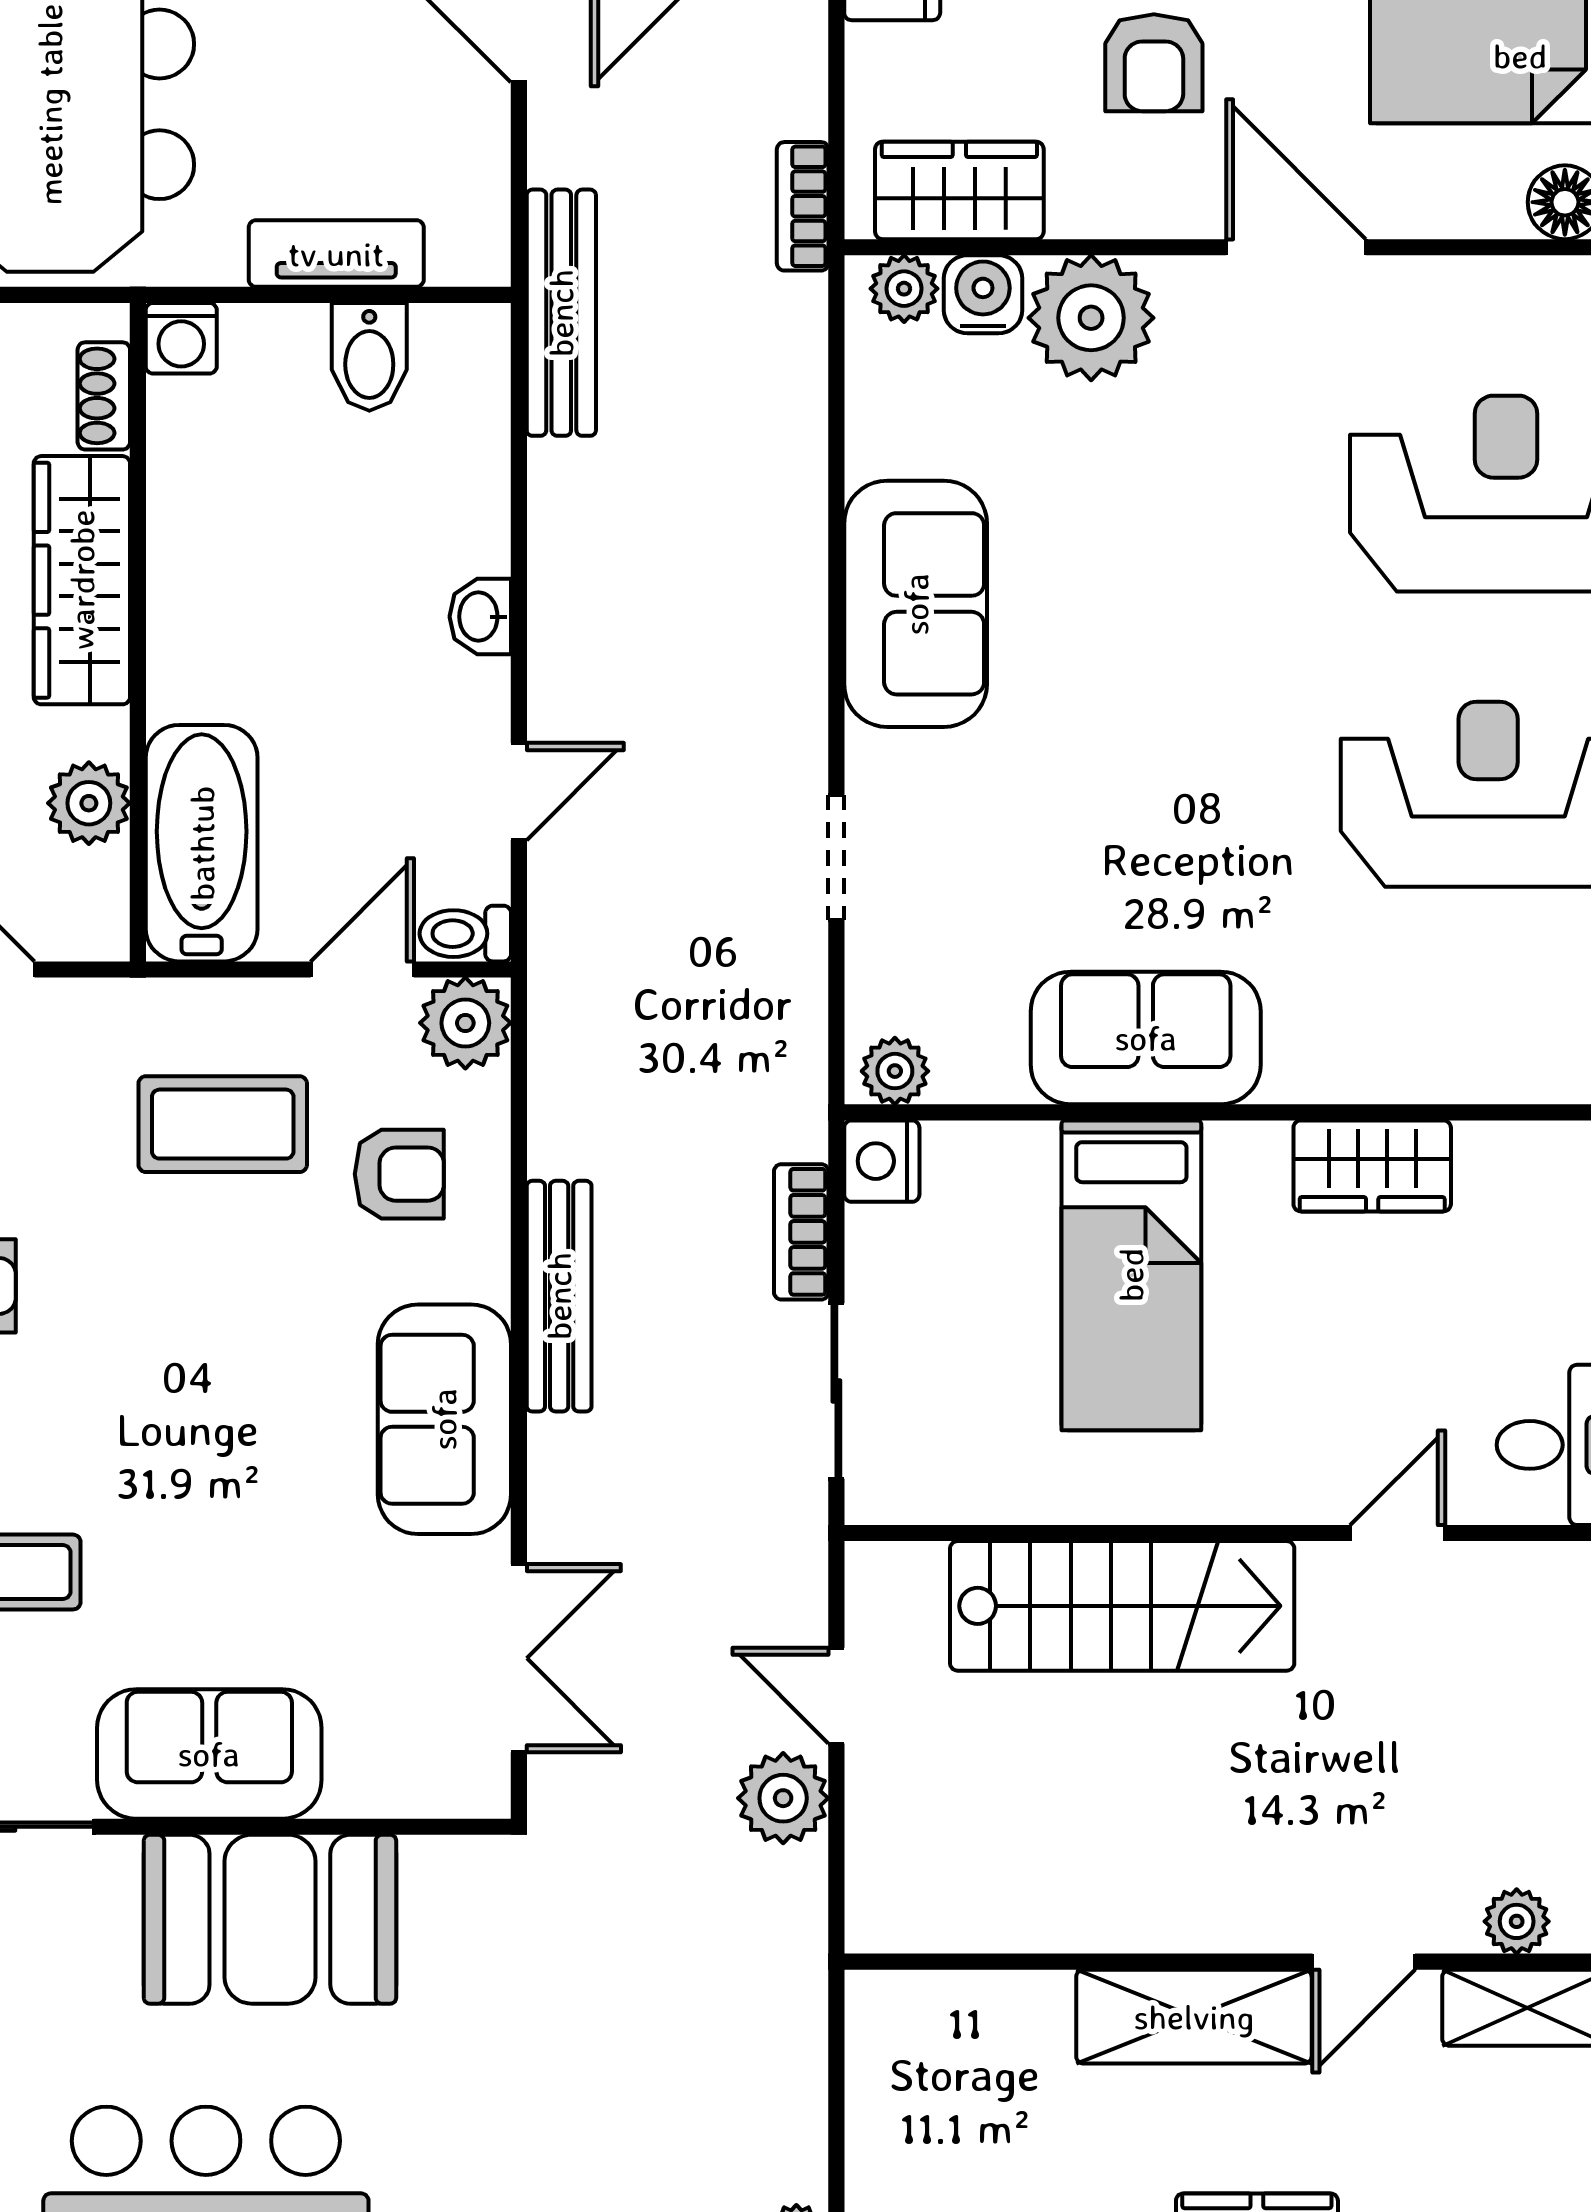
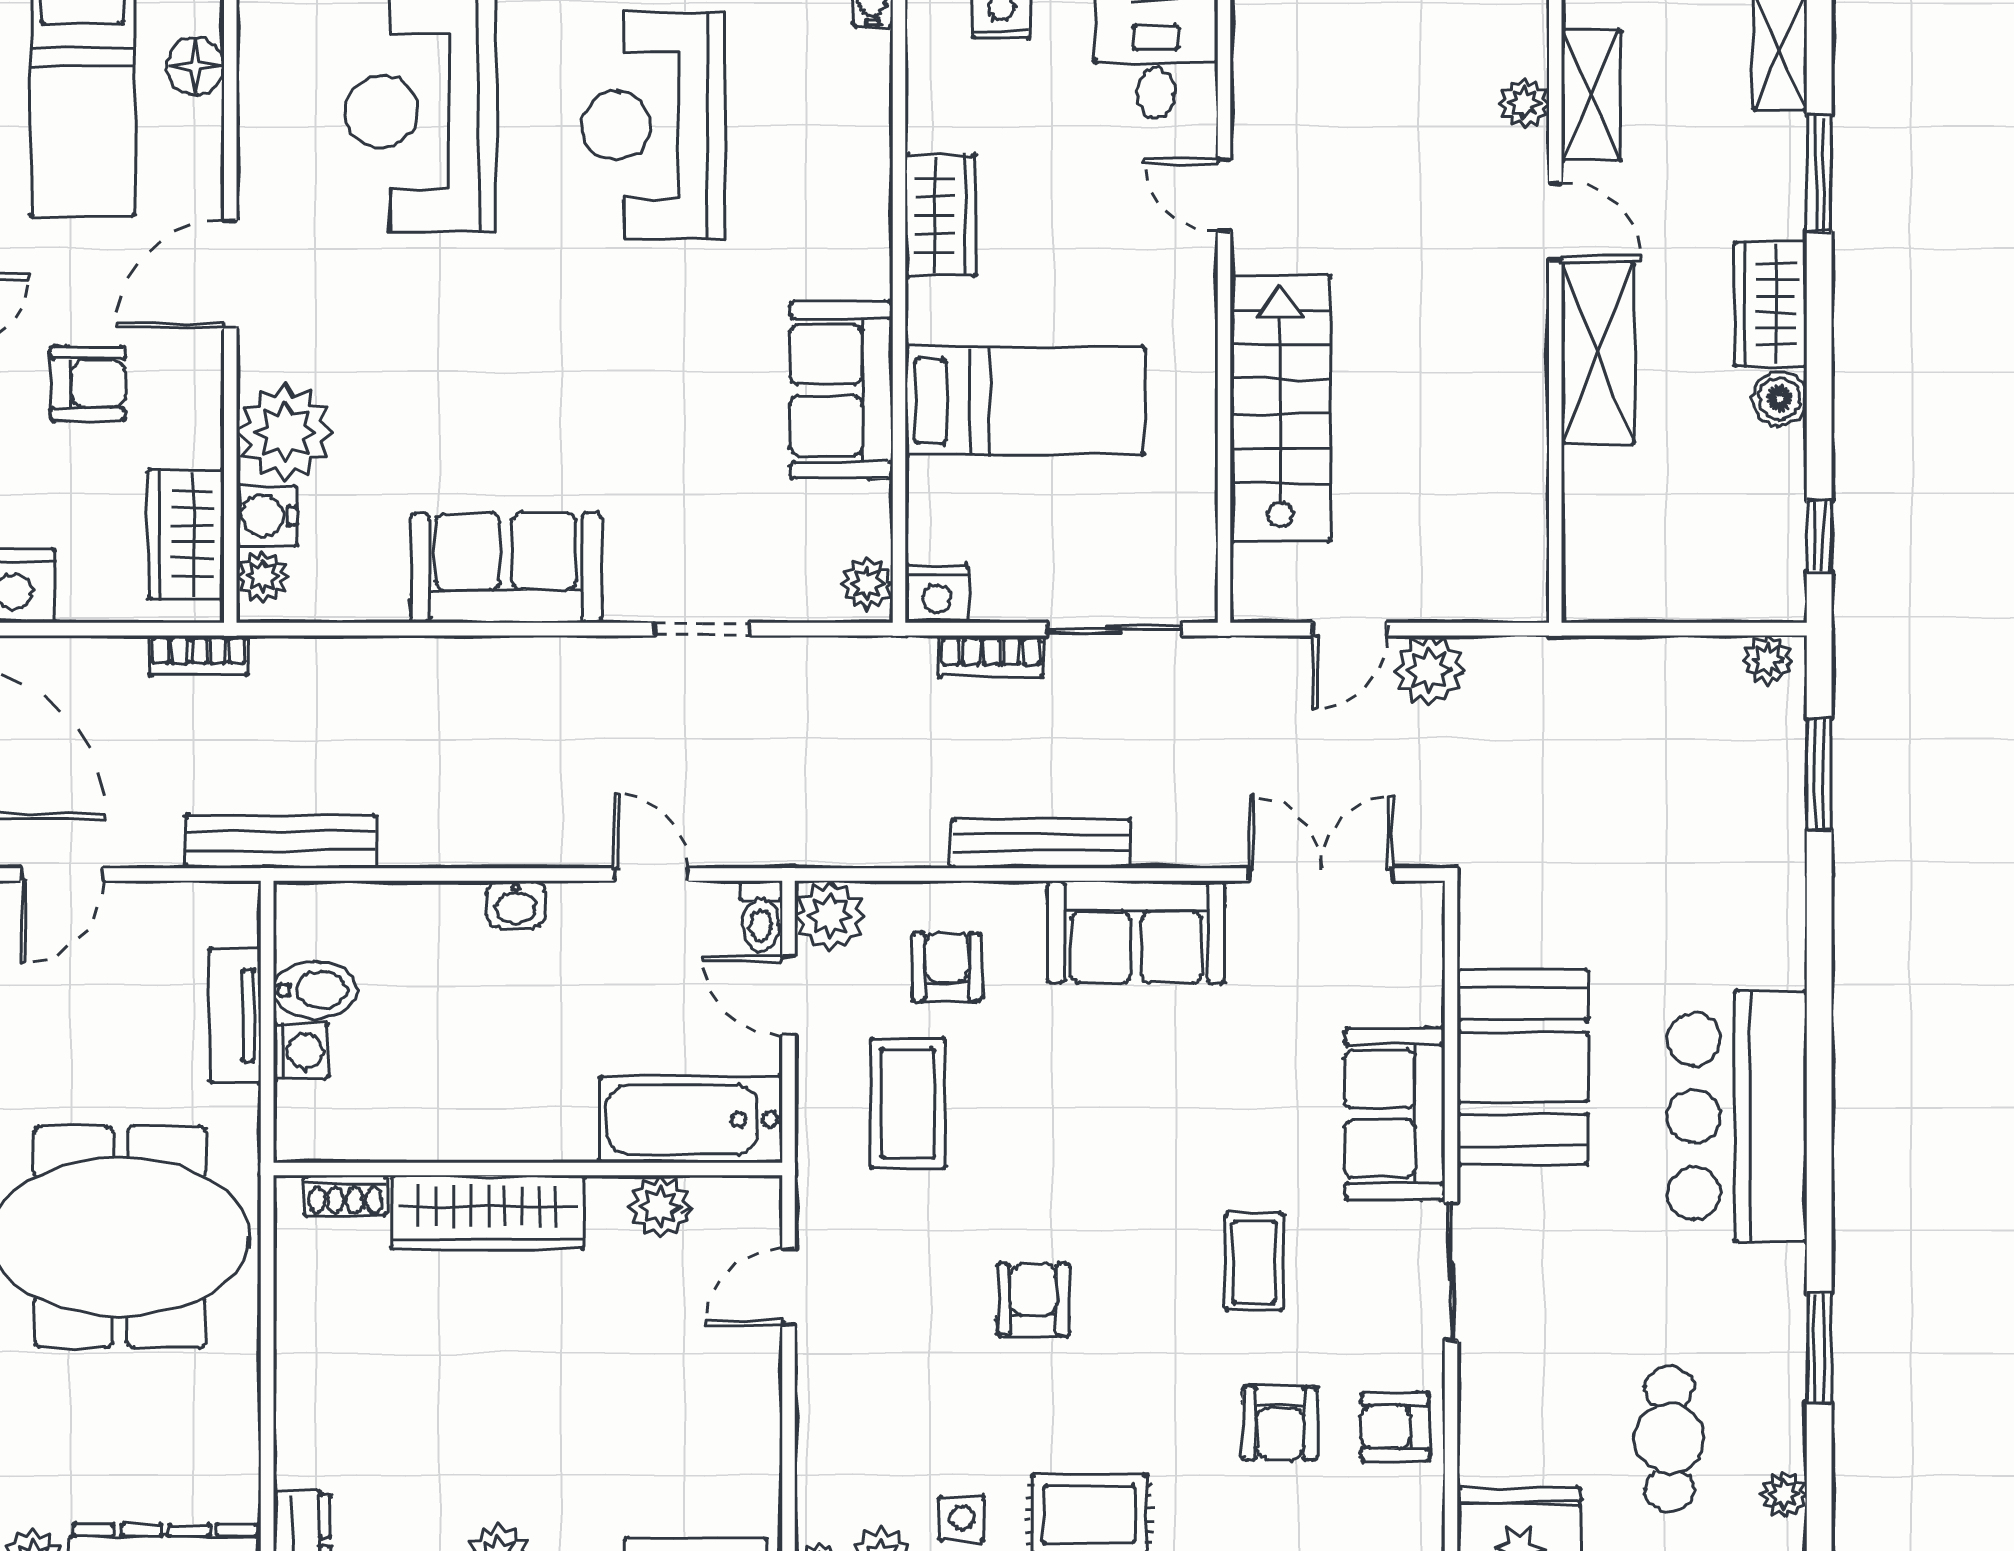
washing machine: (181, 338) -> (301, 1051), moved

